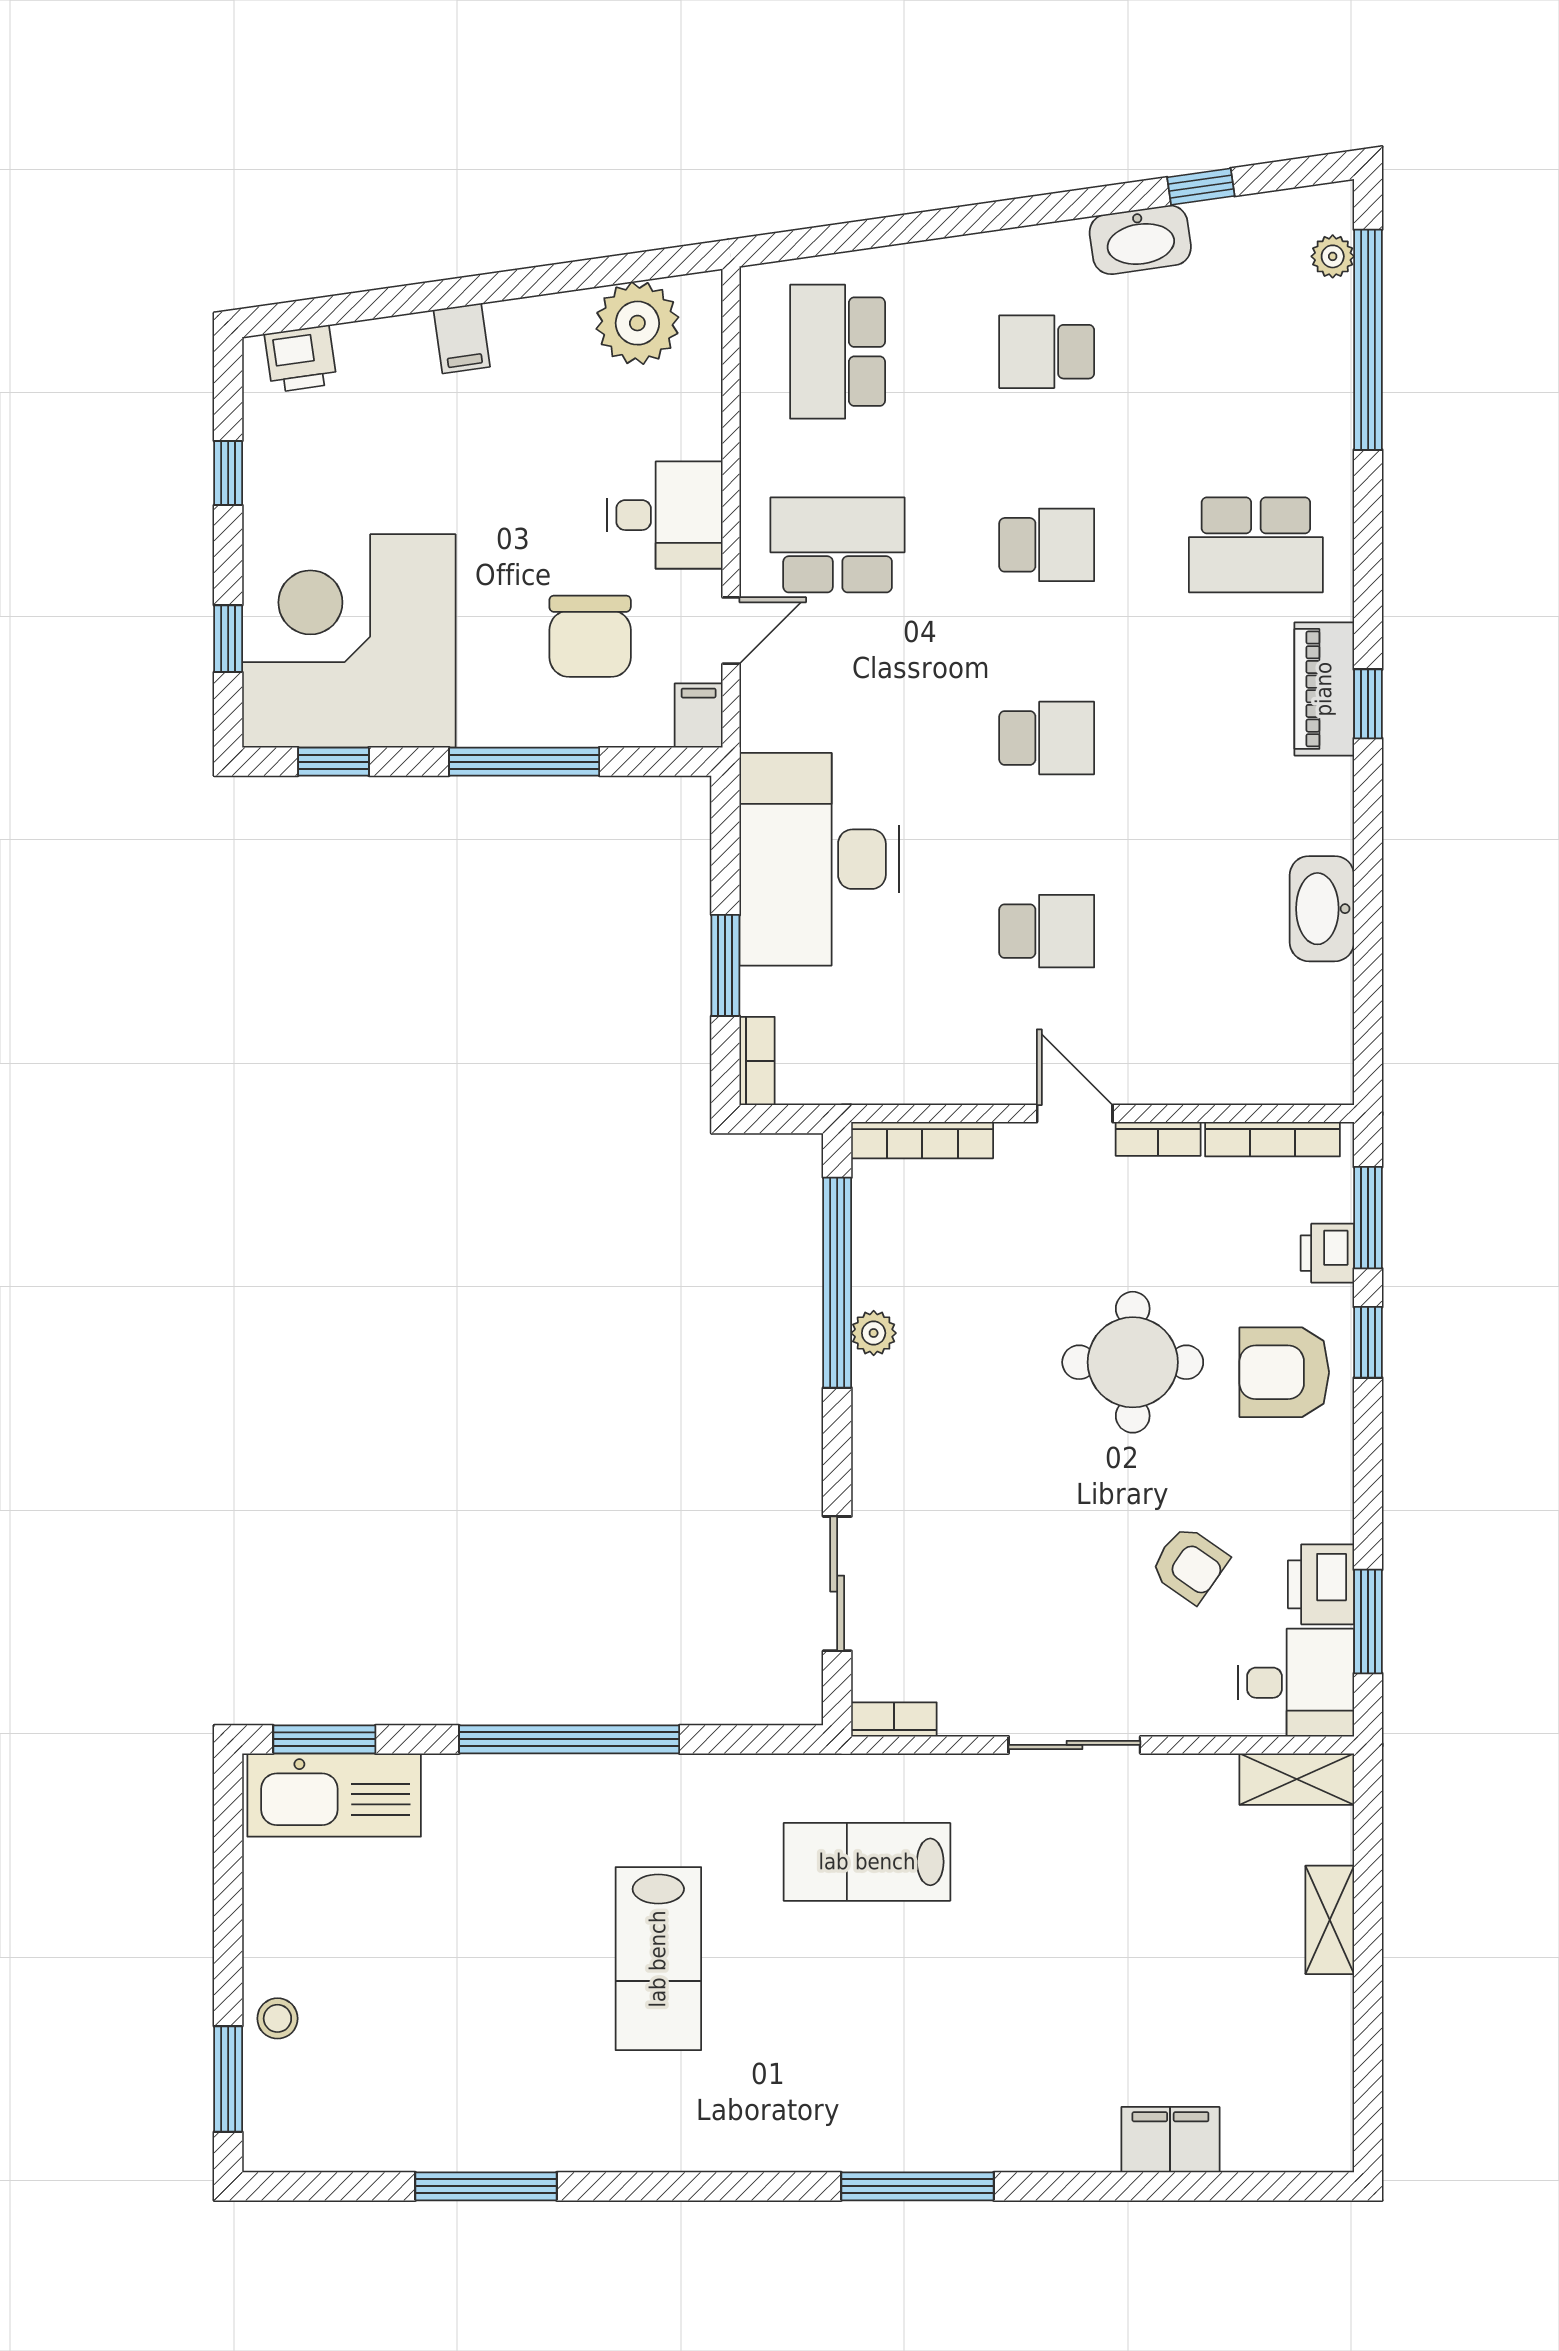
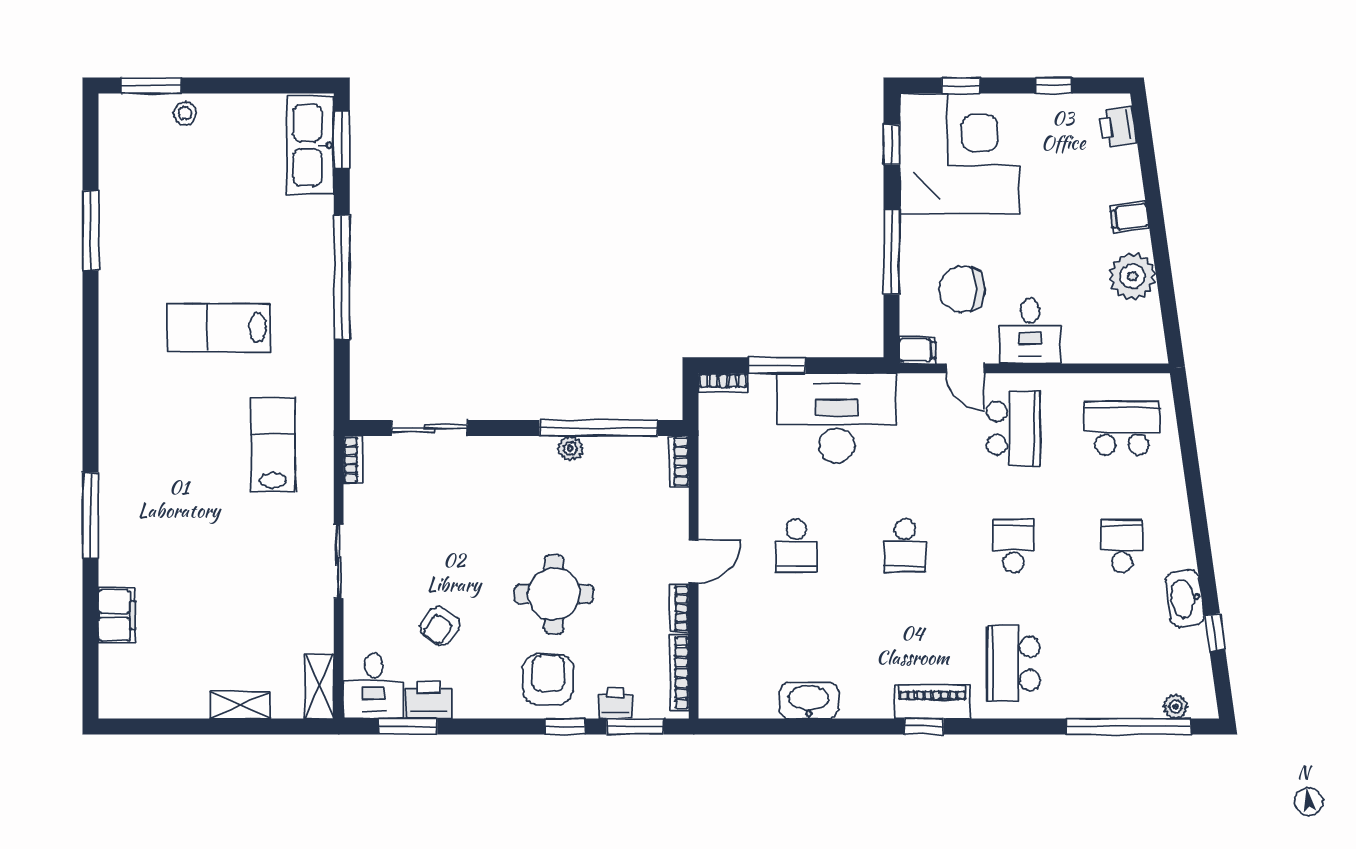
plant: (637, 323) -> (1132, 276), moved
school desk: (1047, 545) -> (1013, 546), turned 180
bookcase: (922, 1140) -> (679, 461), width x0.64
window: (917, 2186) -> (91, 516), moved

